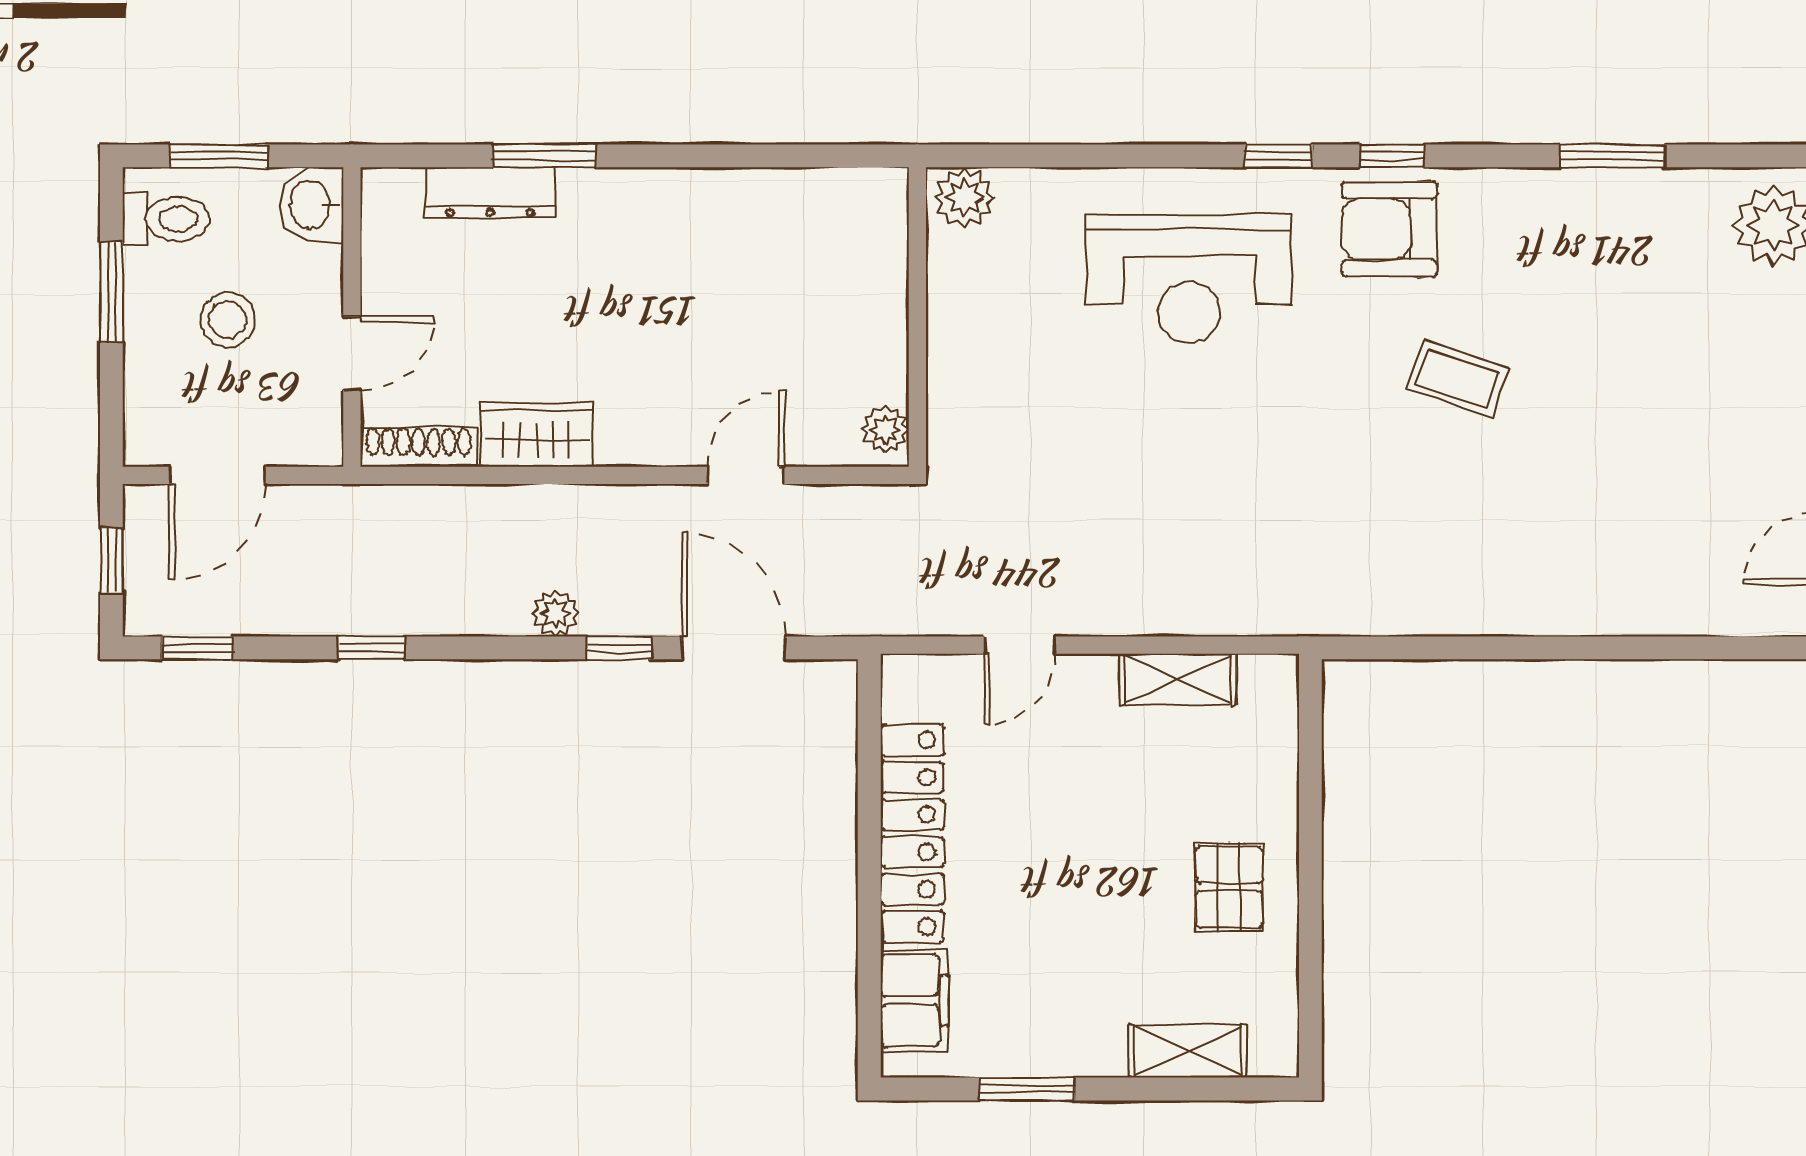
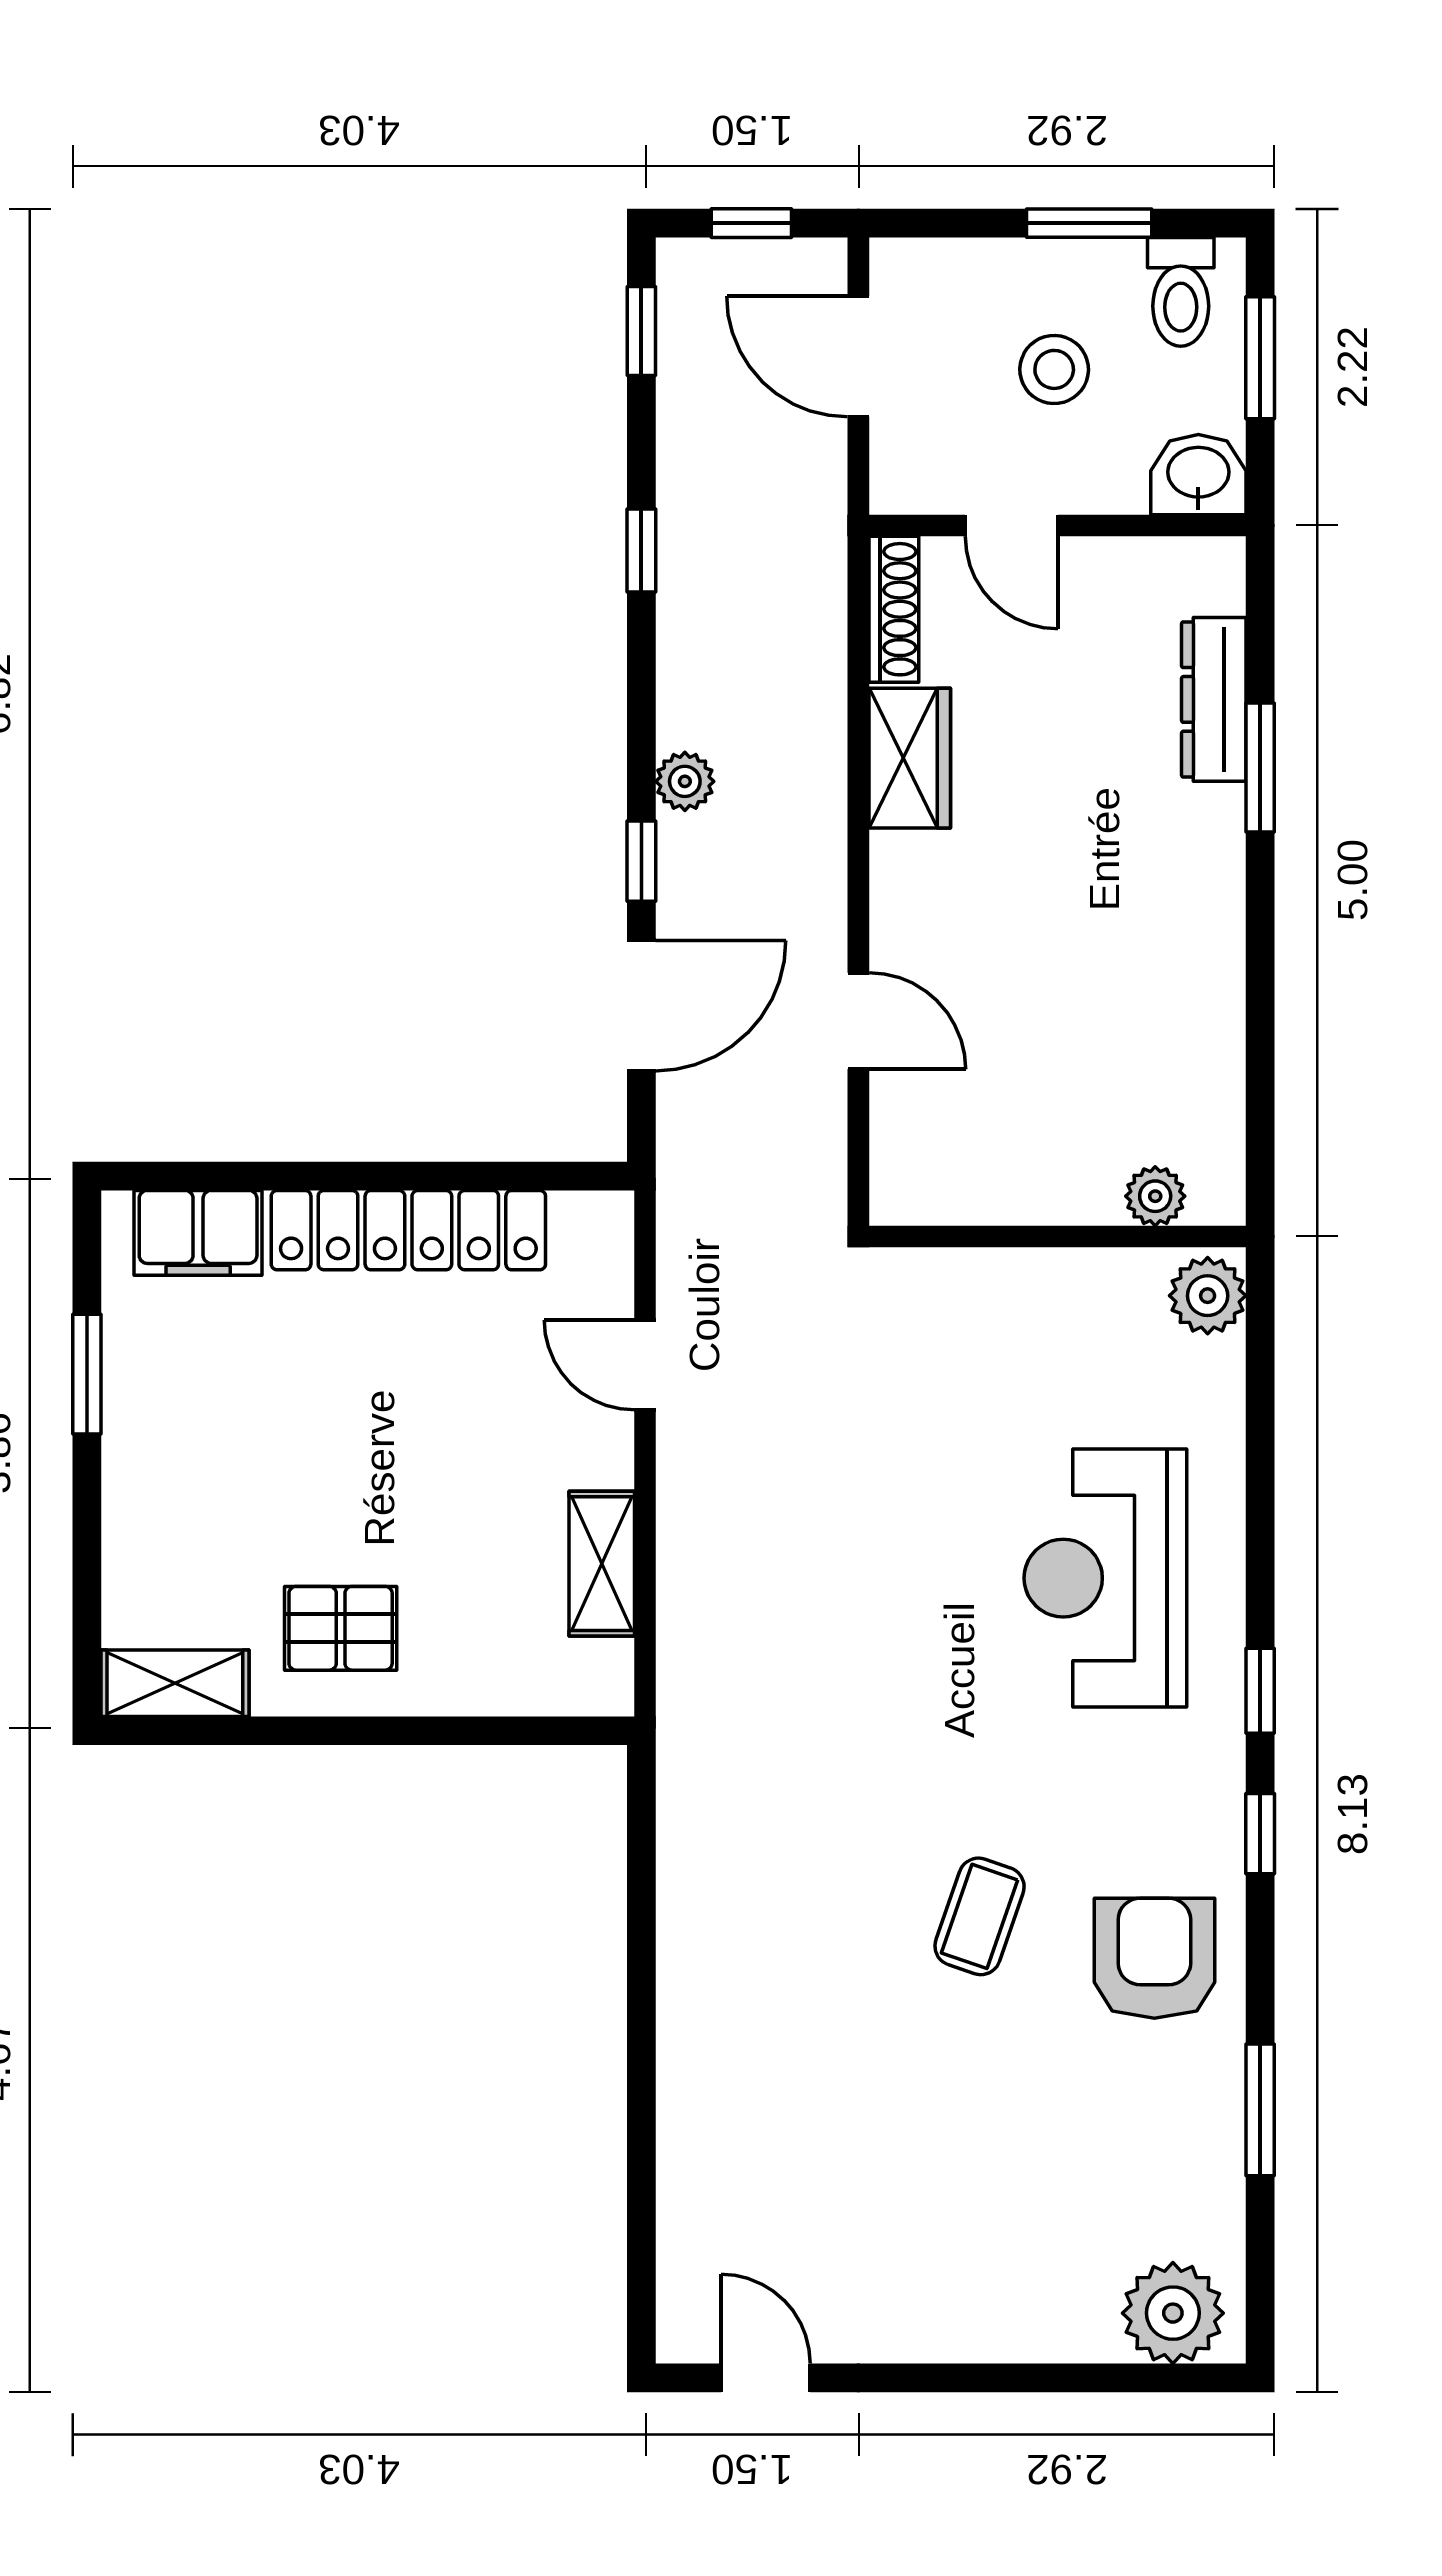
armchair: (1389, 229) -> (1154, 1958), moved
plant: (885, 429) -> (1155, 1196), moved
shelving: (1188, 1051) -> (175, 1683), moved, turned 90

